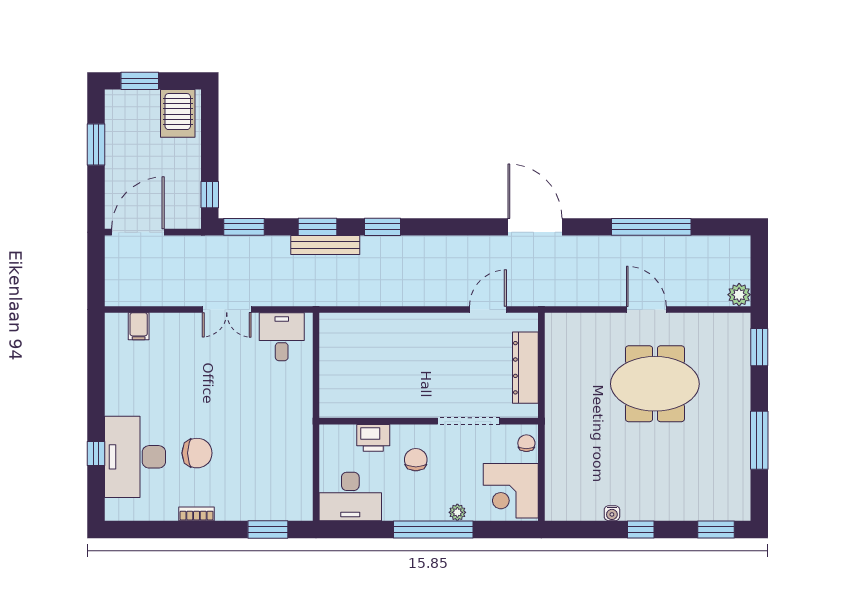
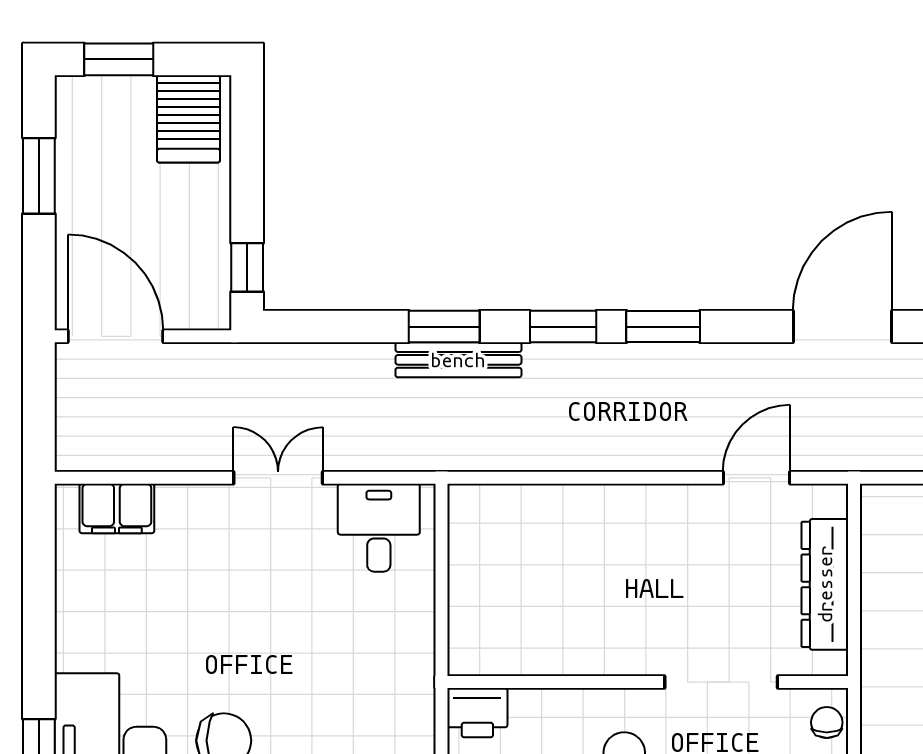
window: (244, 227) -> (663, 327), moved
door: (535, 227) -> (843, 327), hinge flipped
door: (138, 232) -> (115, 336), hinge flipped
double door: (227, 309) -> (278, 478), swing flipped
filing cabinet: (139, 326) -> (117, 508), width x2.00
printer: (373, 438) -> (477, 713), moved

